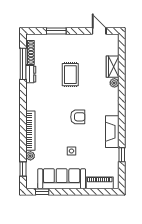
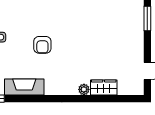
rug: (70, 75) -> (94, 36), removed

